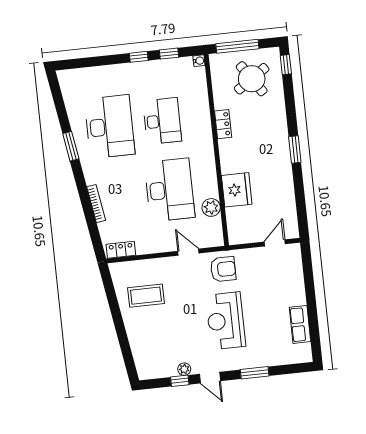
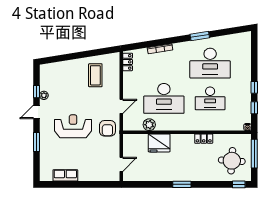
round table: (252, 79) -> (232, 161), turned 38
door: (275, 243) -> (121, 164), hinge flipped

